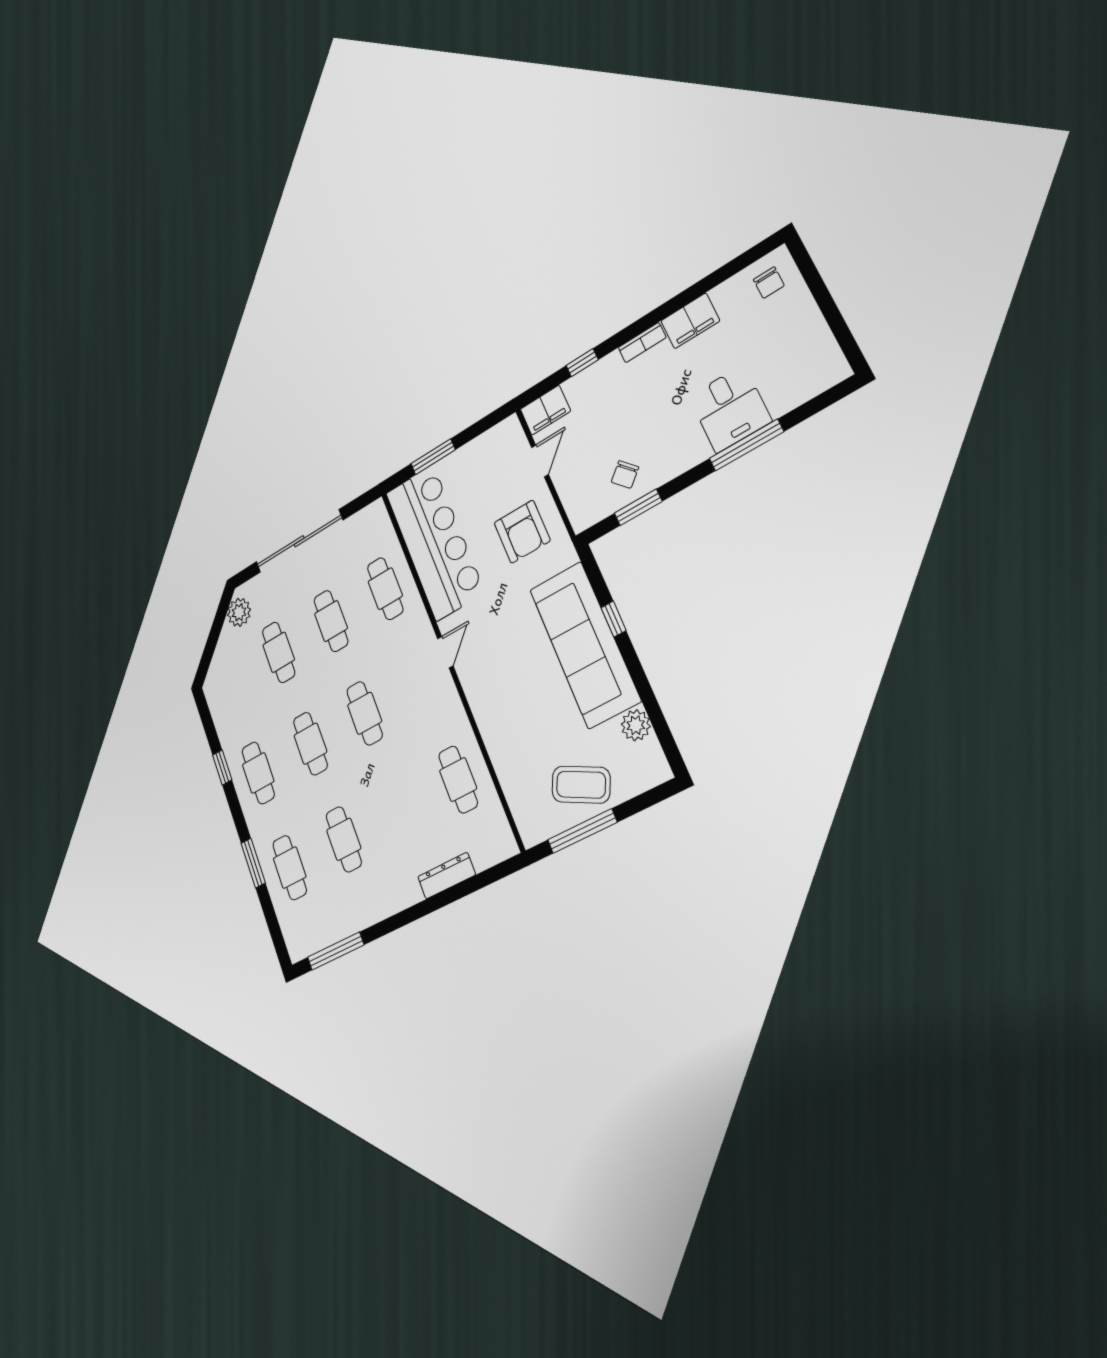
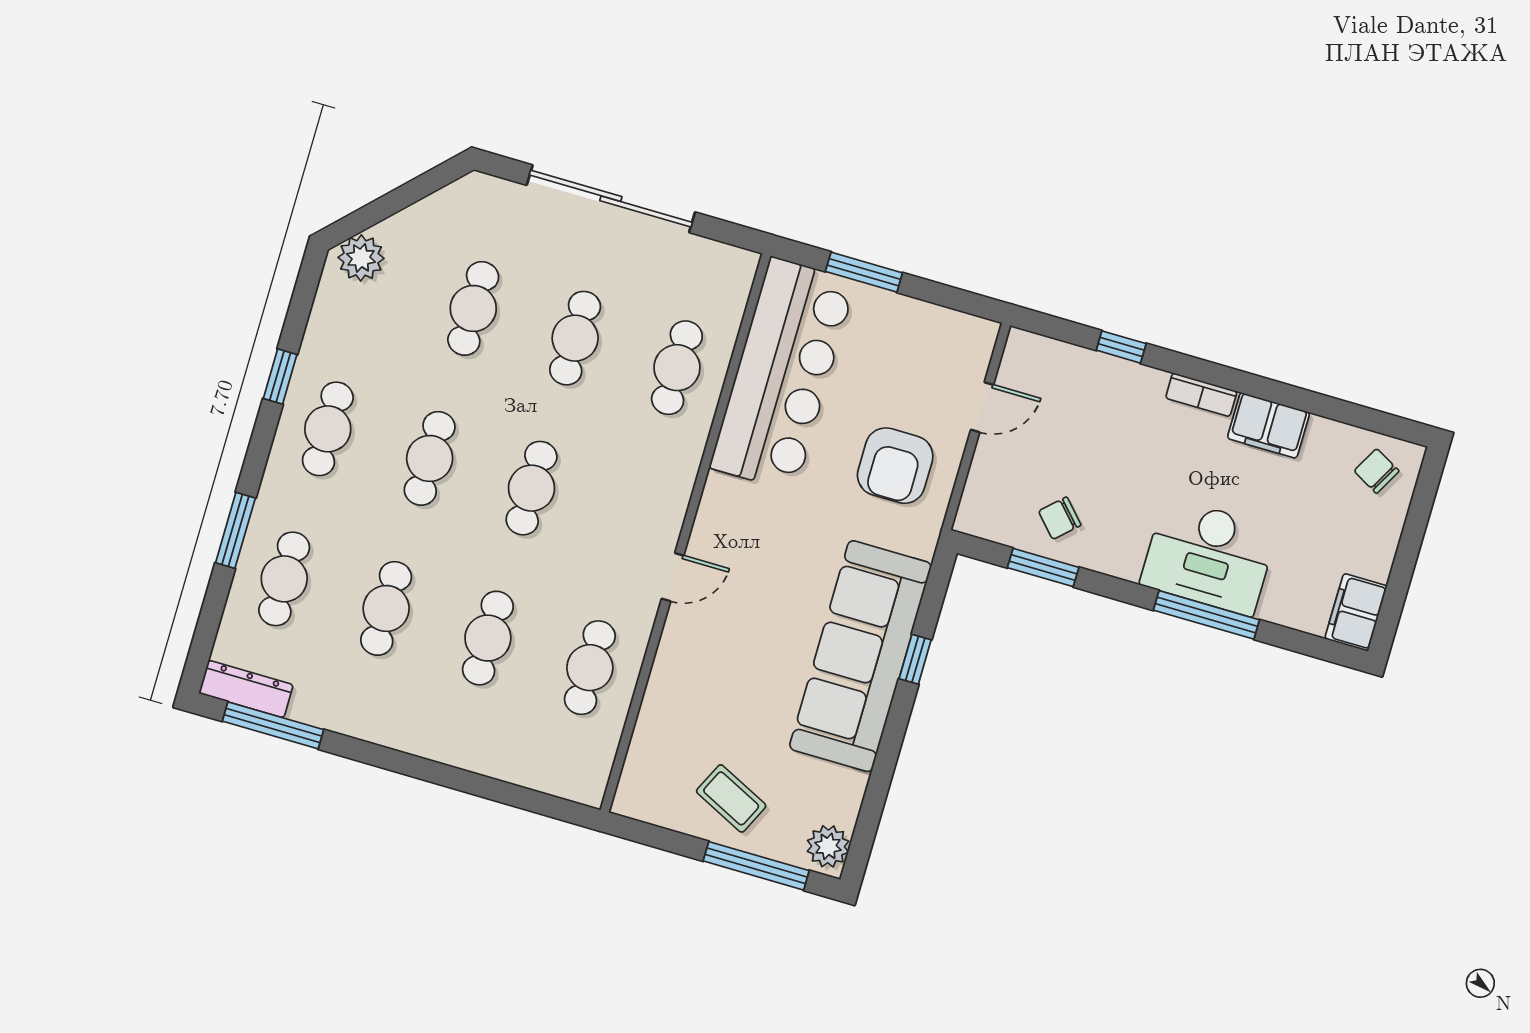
chair: (769, 283) -> (1377, 471), turned 119
desk: (730, 409) -> (1209, 556), width x1.37
filing cabinet: (545, 410) -> (1356, 612), moved, turned 90
plant: (239, 612) -> (361, 258), moved
door: (445, 652) -> (673, 577), moved
plant: (636, 725) -> (828, 846), moved
coffee table: (581, 785) -> (731, 798), width x0.73, depth x0.77
cafe table: (400, 810) -> (488, 638), added
window: (582, 831) -> (756, 866), moved
dresser: (447, 876) -> (246, 689), moved

